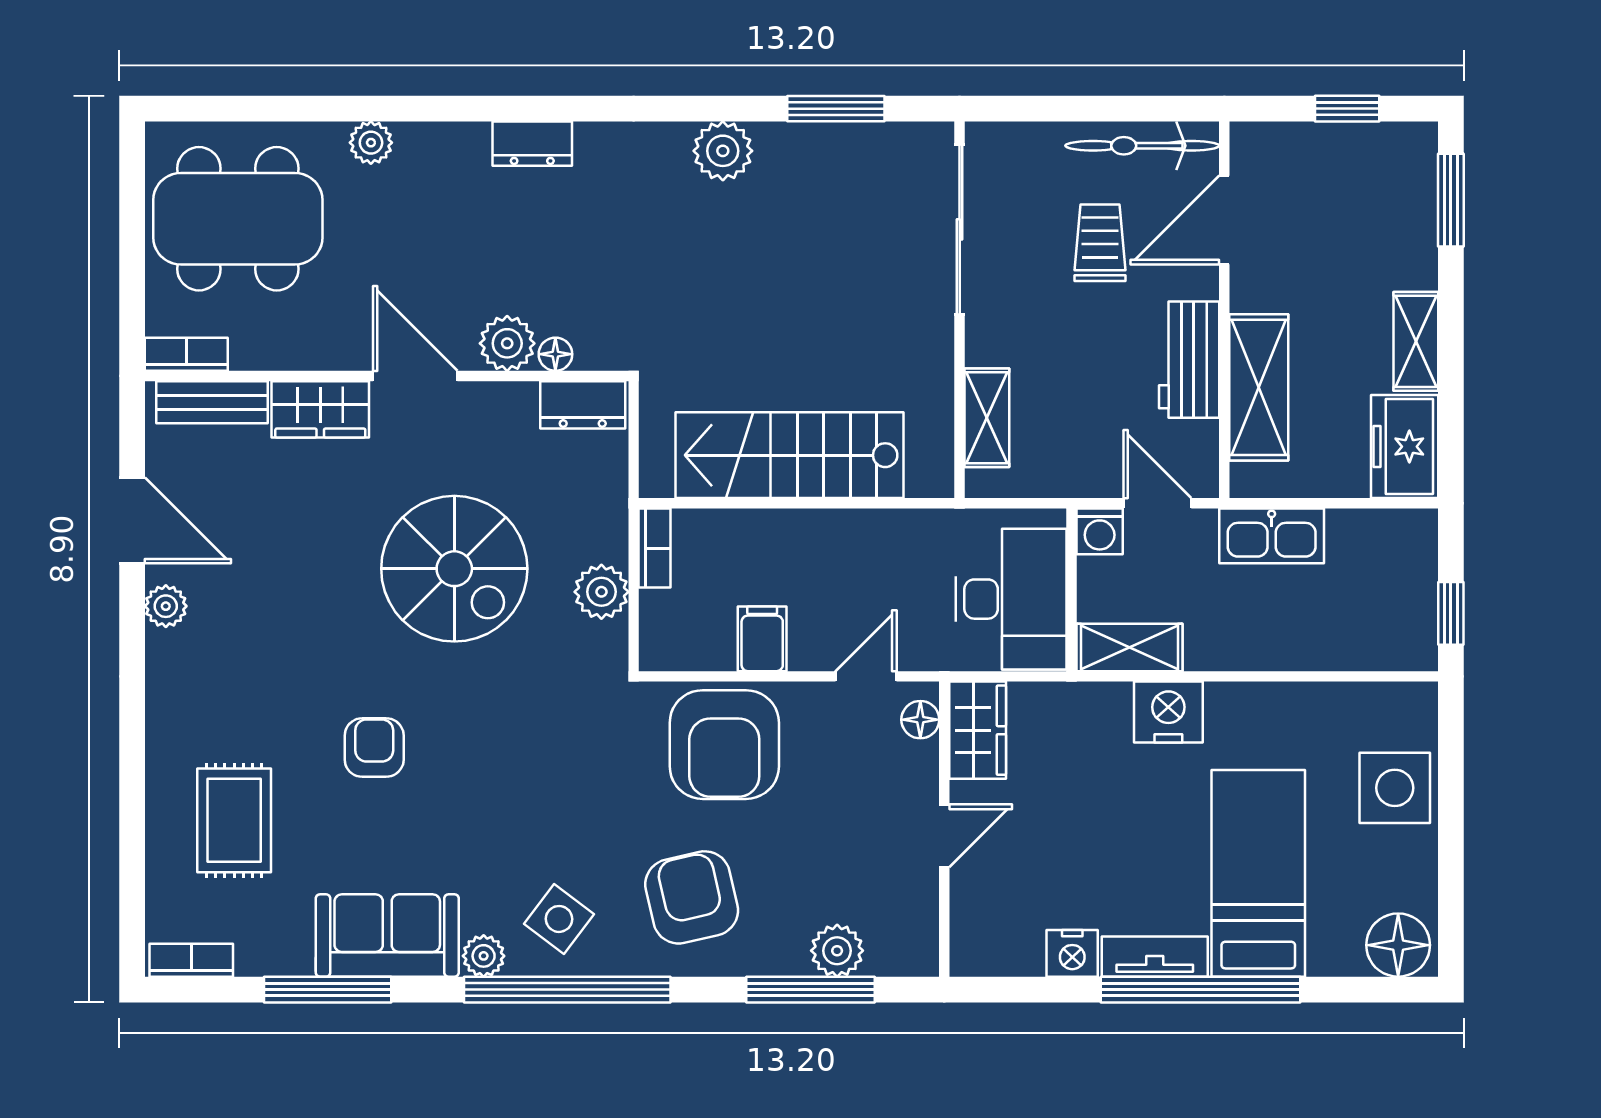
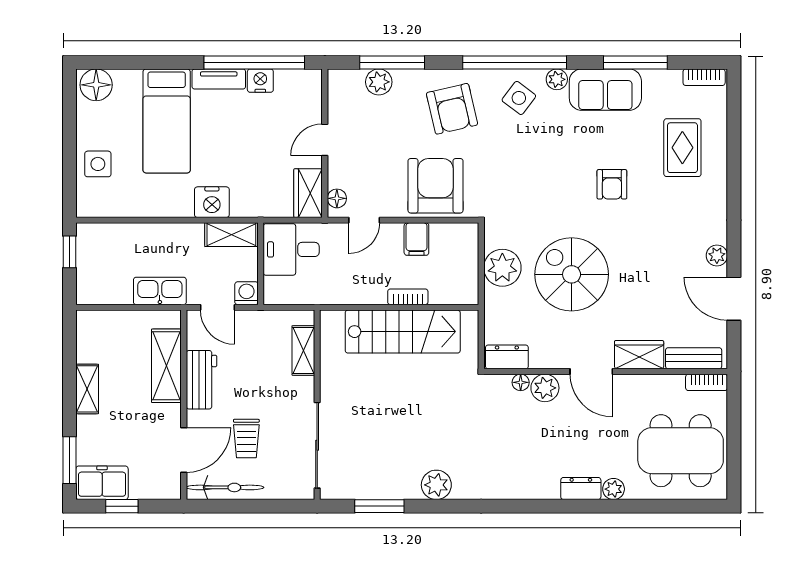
dresser: (532, 144) -> (581, 489), moved
freezer: (1405, 447) -> (102, 483), moved, turned -90
bookcase: (655, 548) -> (408, 297), moved, turned 90
plant: (601, 592) -> (502, 268), width x1.36, depth x1.36
desk: (1011, 599) -> (291, 249), width x0.73
side table: (1395, 788) -> (98, 164), width x0.73, depth x0.73
window: (1200, 990) -> (254, 62), moved

